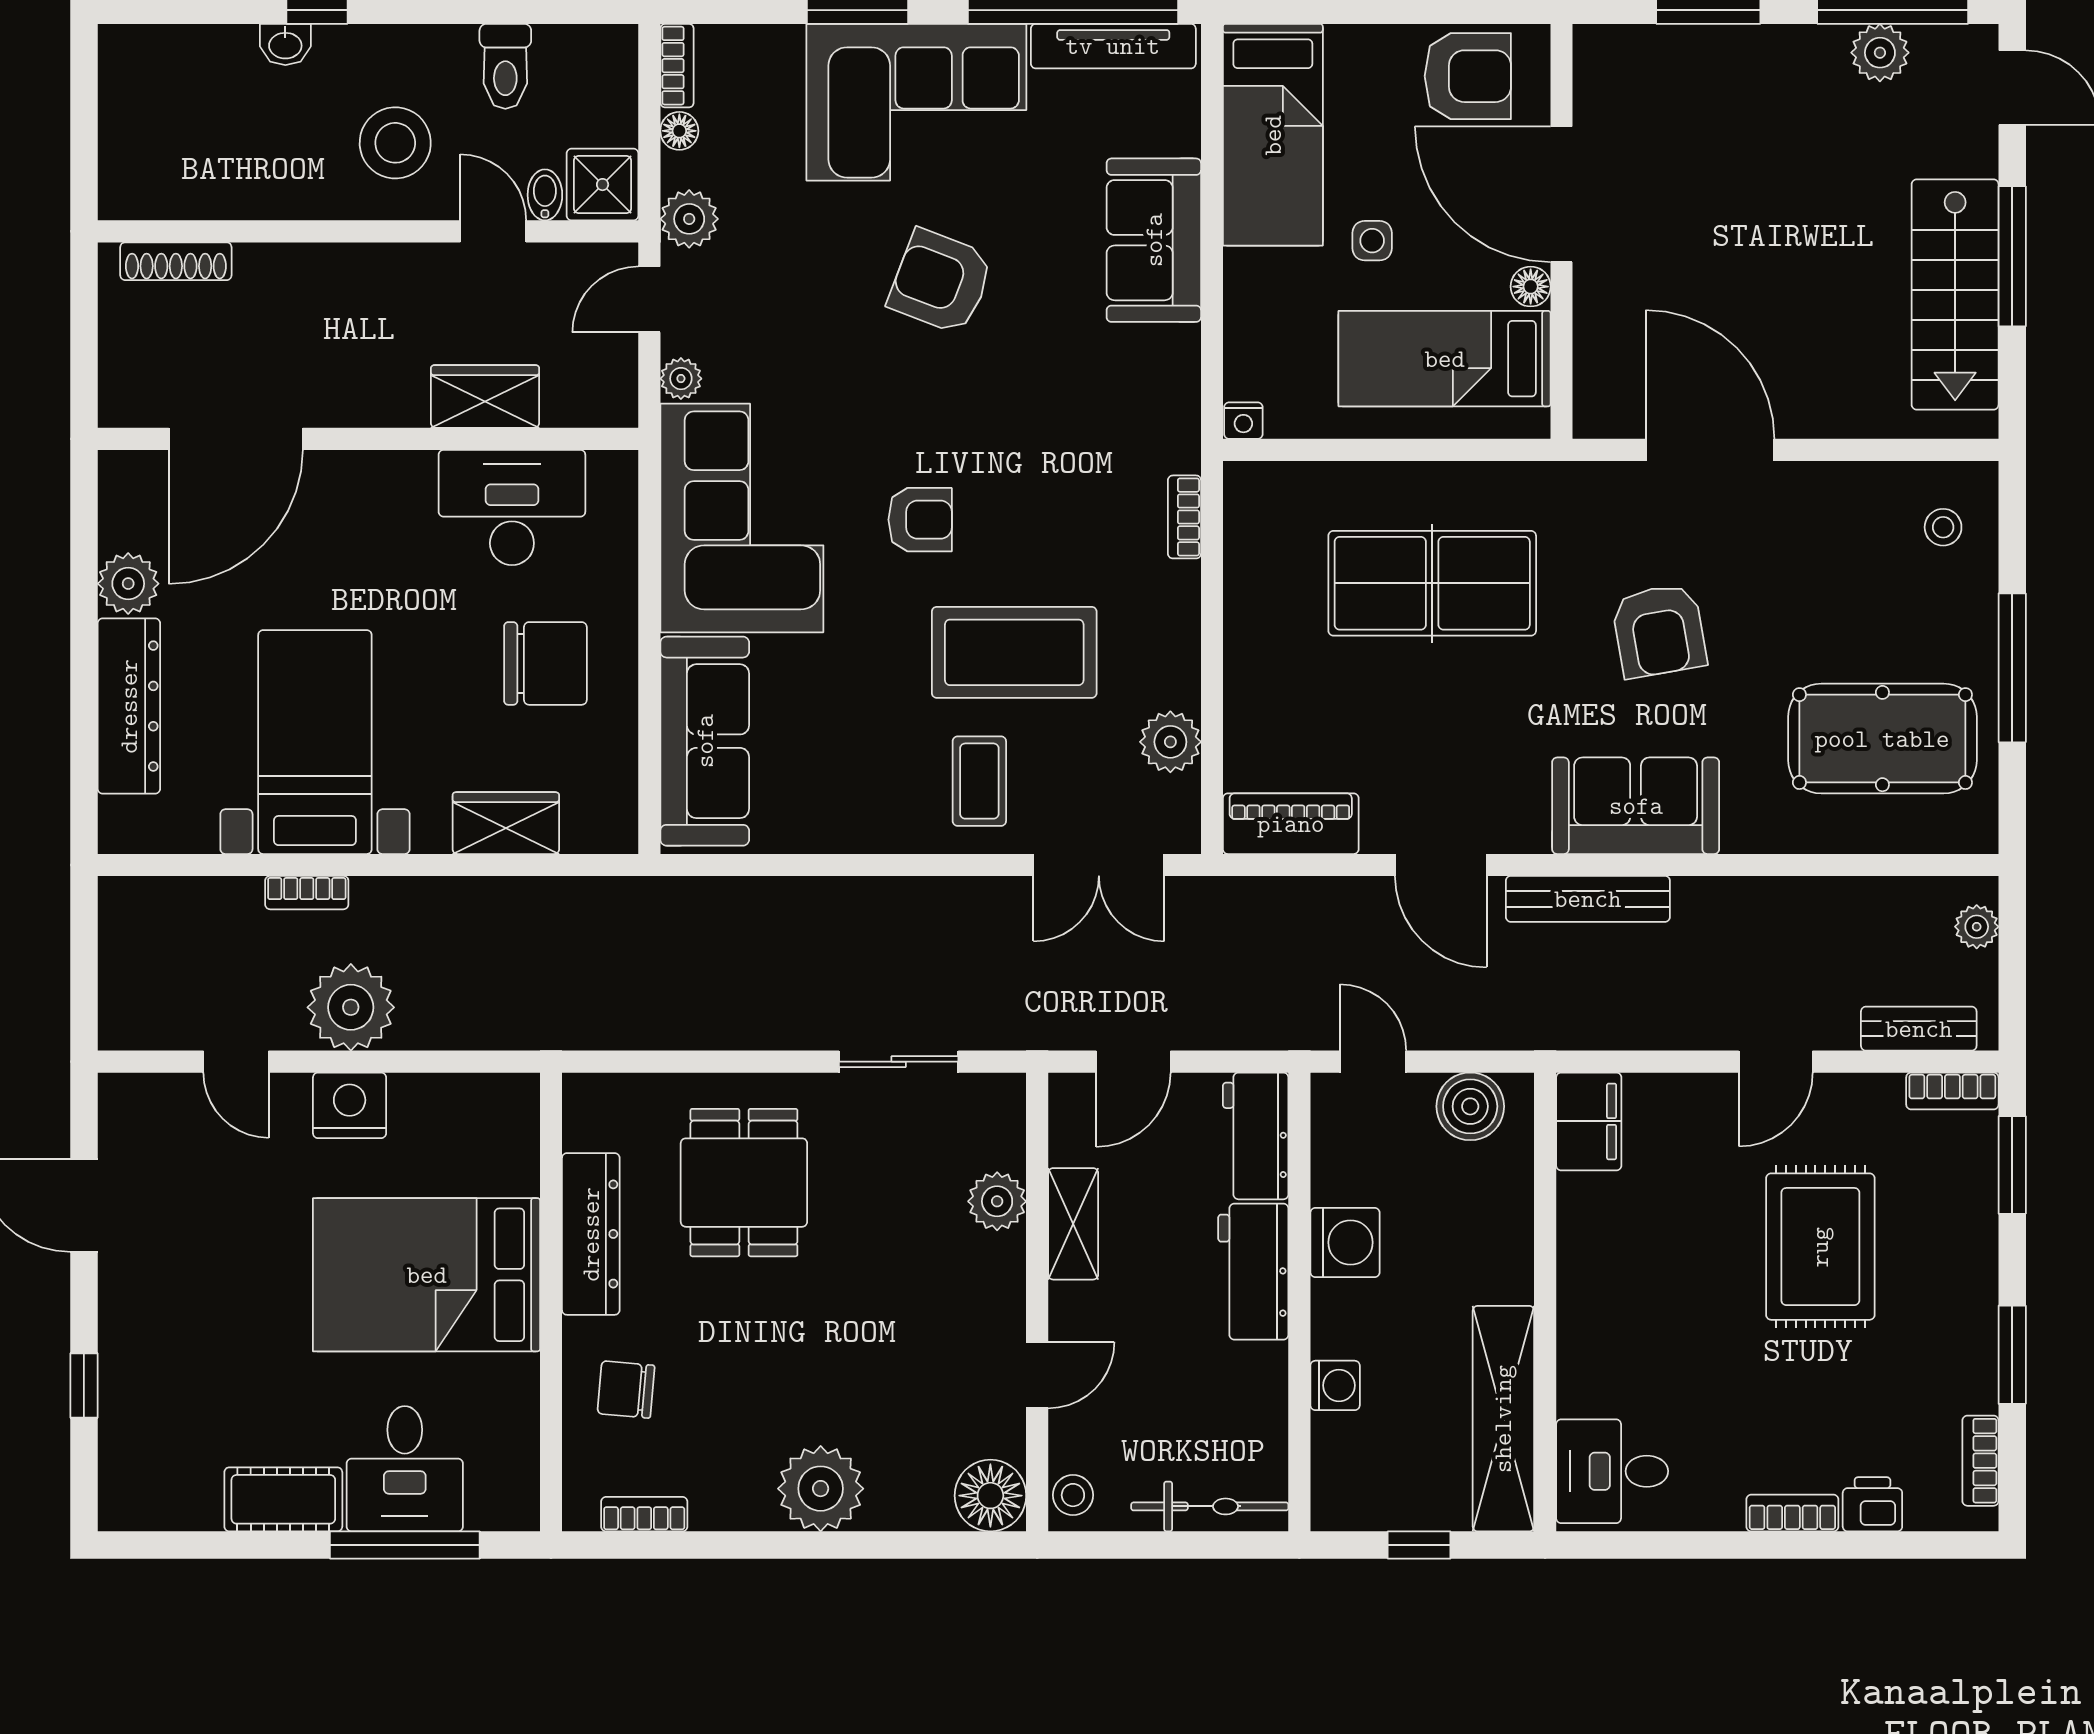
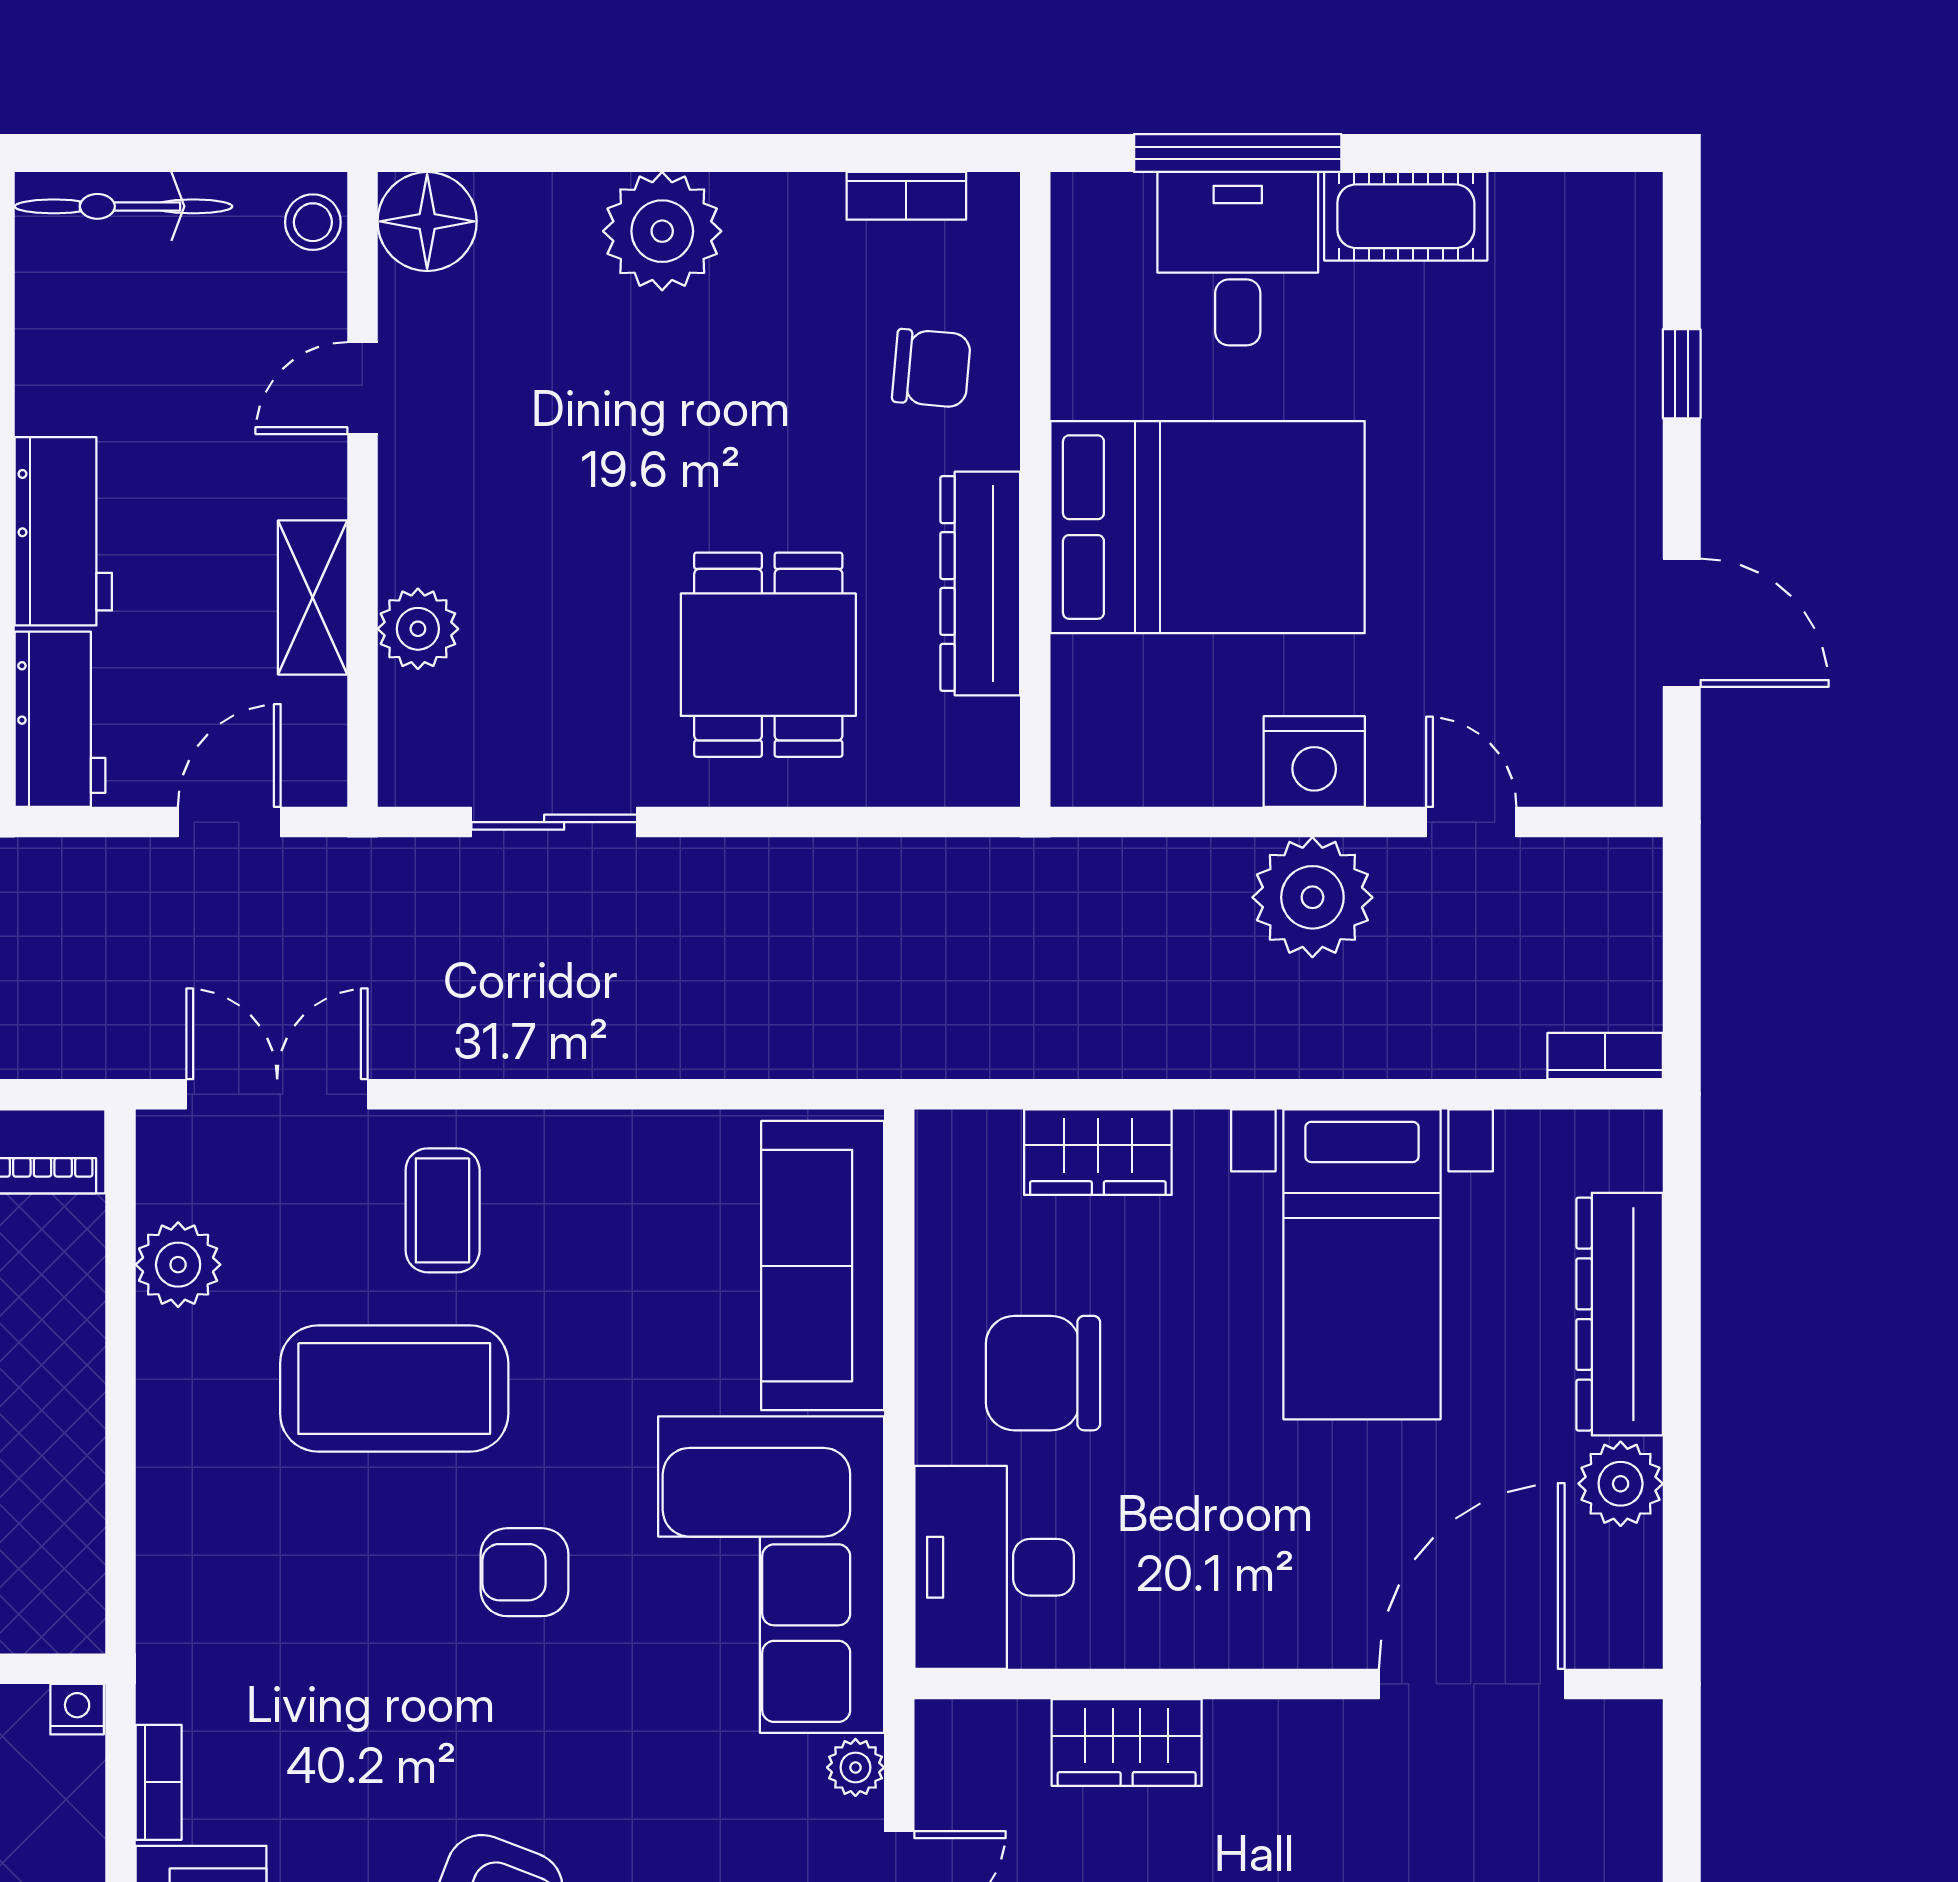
desk: (512, 507) -> (994, 1567), moved, turned 90
bookcase: (1184, 517) -> (159, 1782), moved
bookcase: (307, 893) -> (1605, 1056), moved

